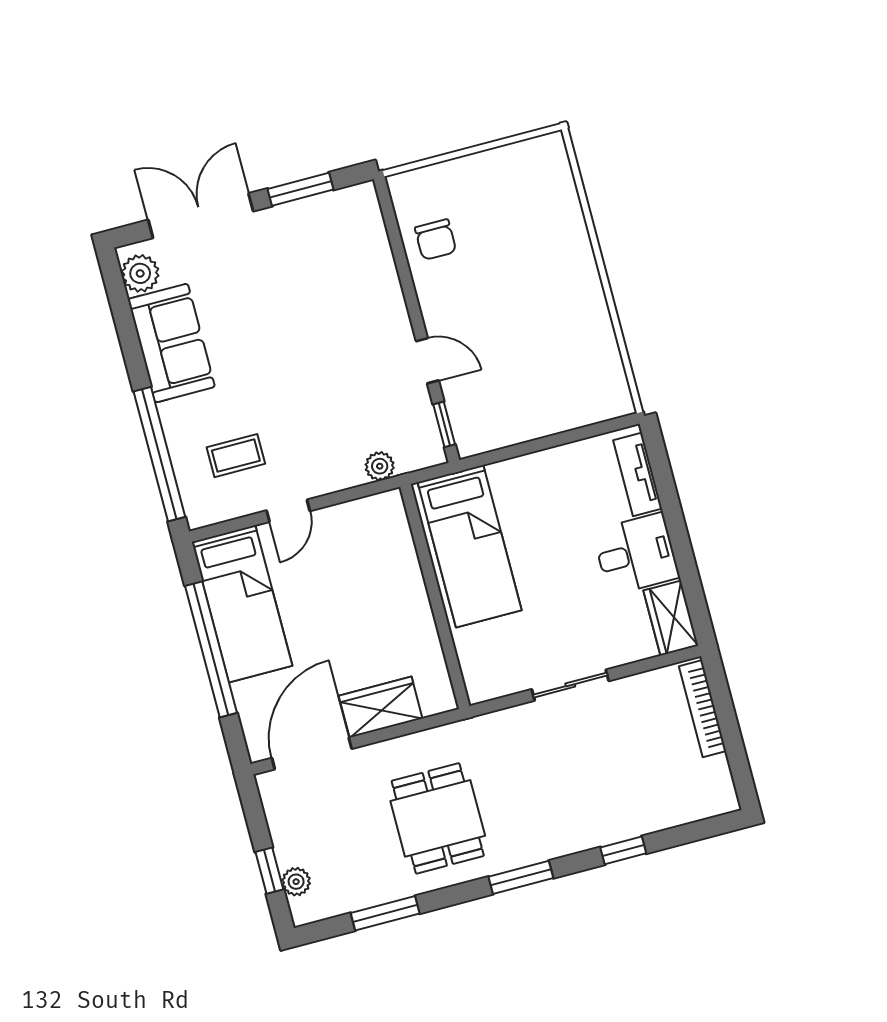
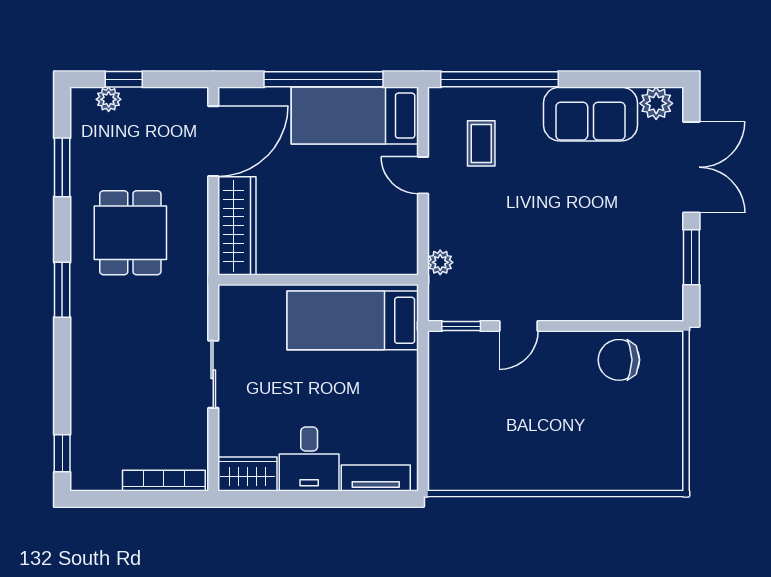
chair: (436, 240) -> (619, 360), width x1.37, depth x1.37
wardrobe: (381, 707) -> (237, 226), width x1.50
door: (312, 753) -> (213, 141), hinge flipped
dining table: (438, 818) -> (130, 233), turned 90
window: (623, 850) -> (62, 453), moved

